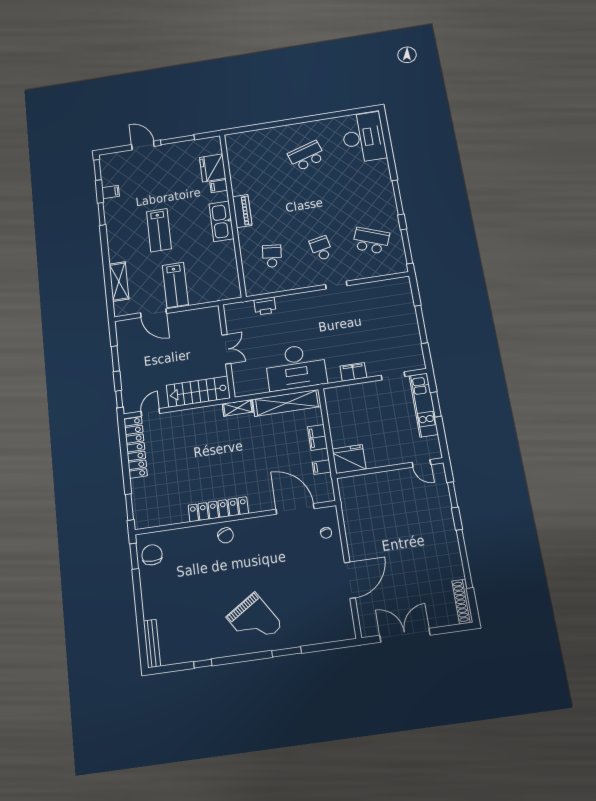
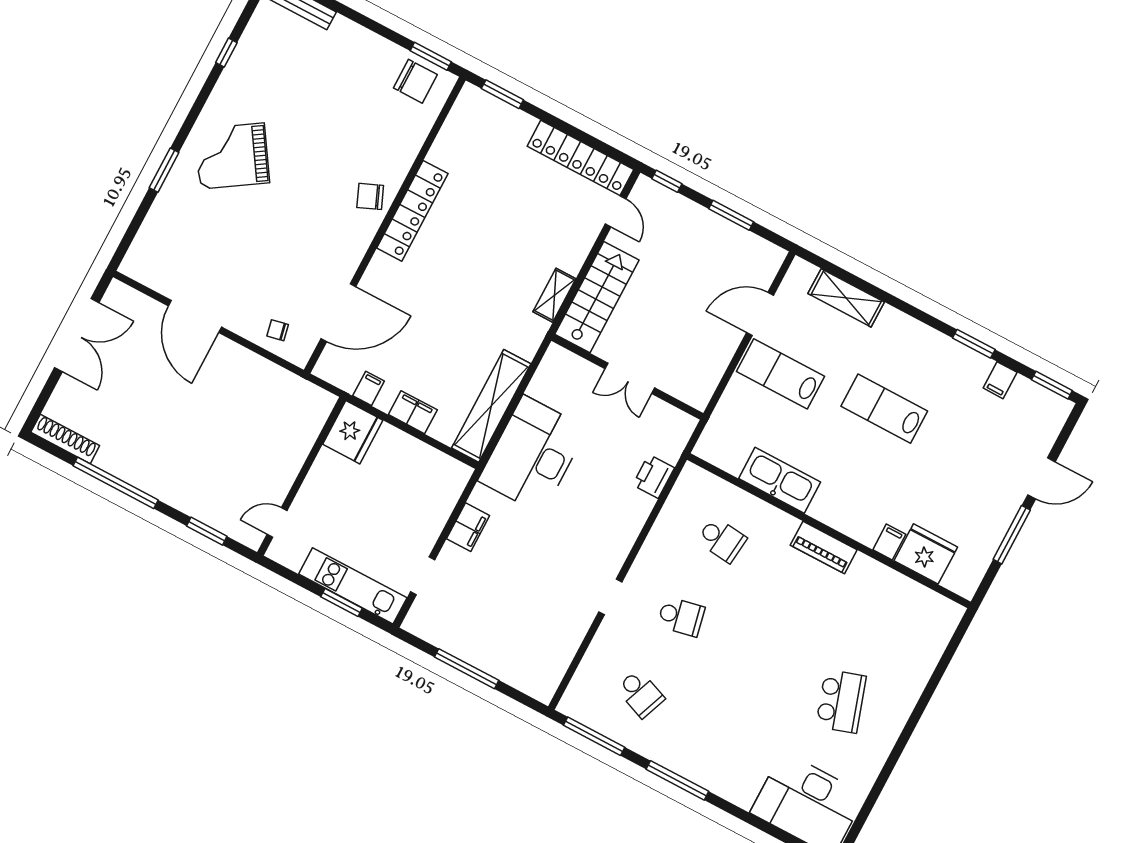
kitchen sink: (221, 221) -> (780, 480), moved
school desk: (371, 241) -> (640, 694), width x0.54
shelving: (238, 408) -> (554, 295), moved

